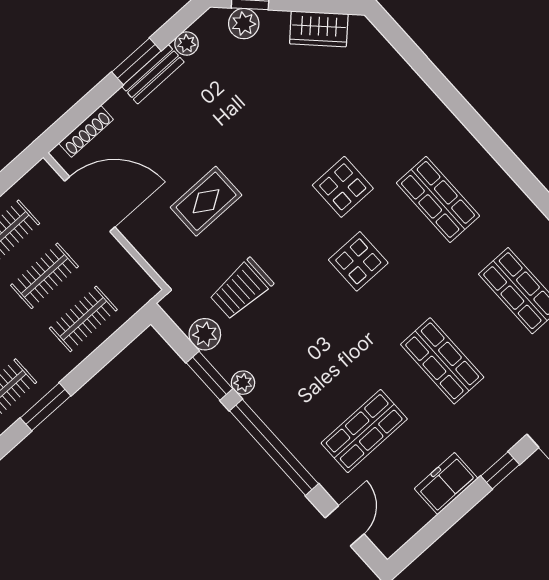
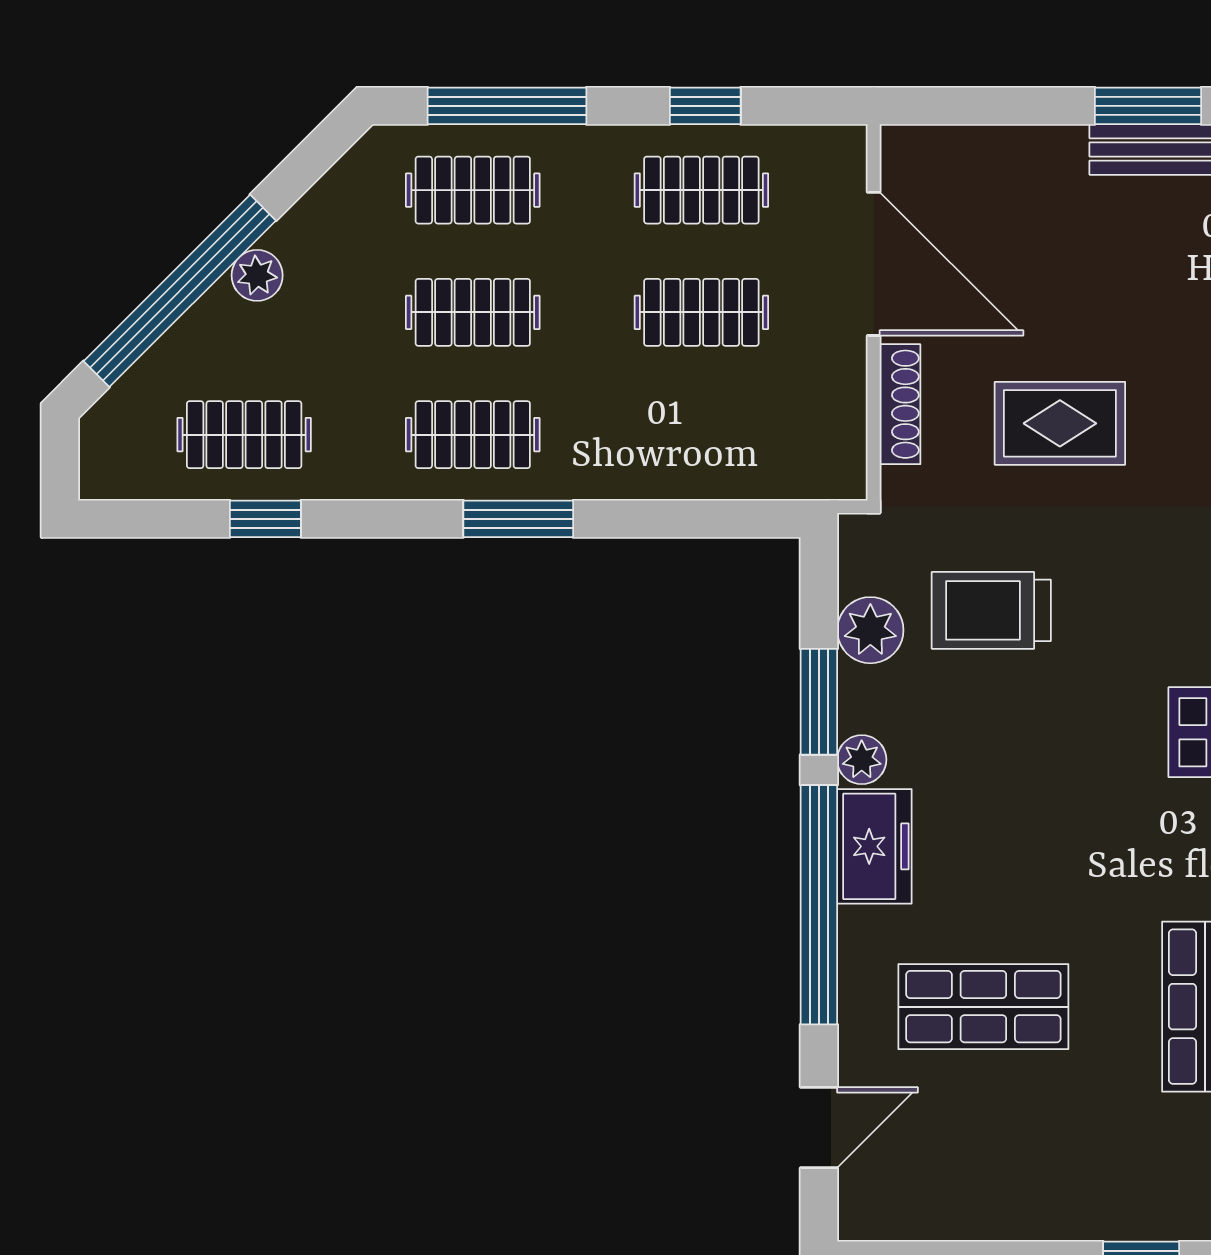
shoe rack: (86, 131) -> (900, 404), moved, turned -90
clothes rail: (83, 319) -> (701, 435), removed
freezer: (446, 484) -> (874, 846), moved, turned 90

